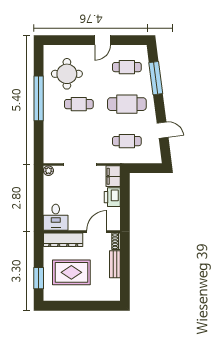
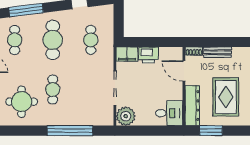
window: (39, 98) -> (70, 131), moved
plant: (48, 171) -> (126, 116), width x1.88, depth x1.88
window: (39, 278) -> (211, 131), moved

